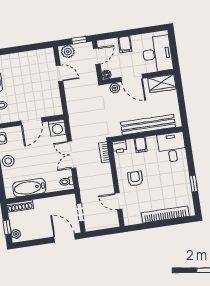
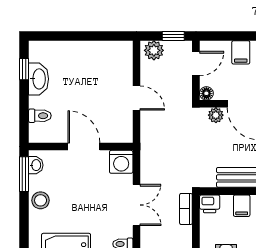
door: (59, 73) -> (136, 98), moved
door: (31, 121) -> (84, 147), swing flipped
double door: (72, 155) -> (136, 205), swing flipped

